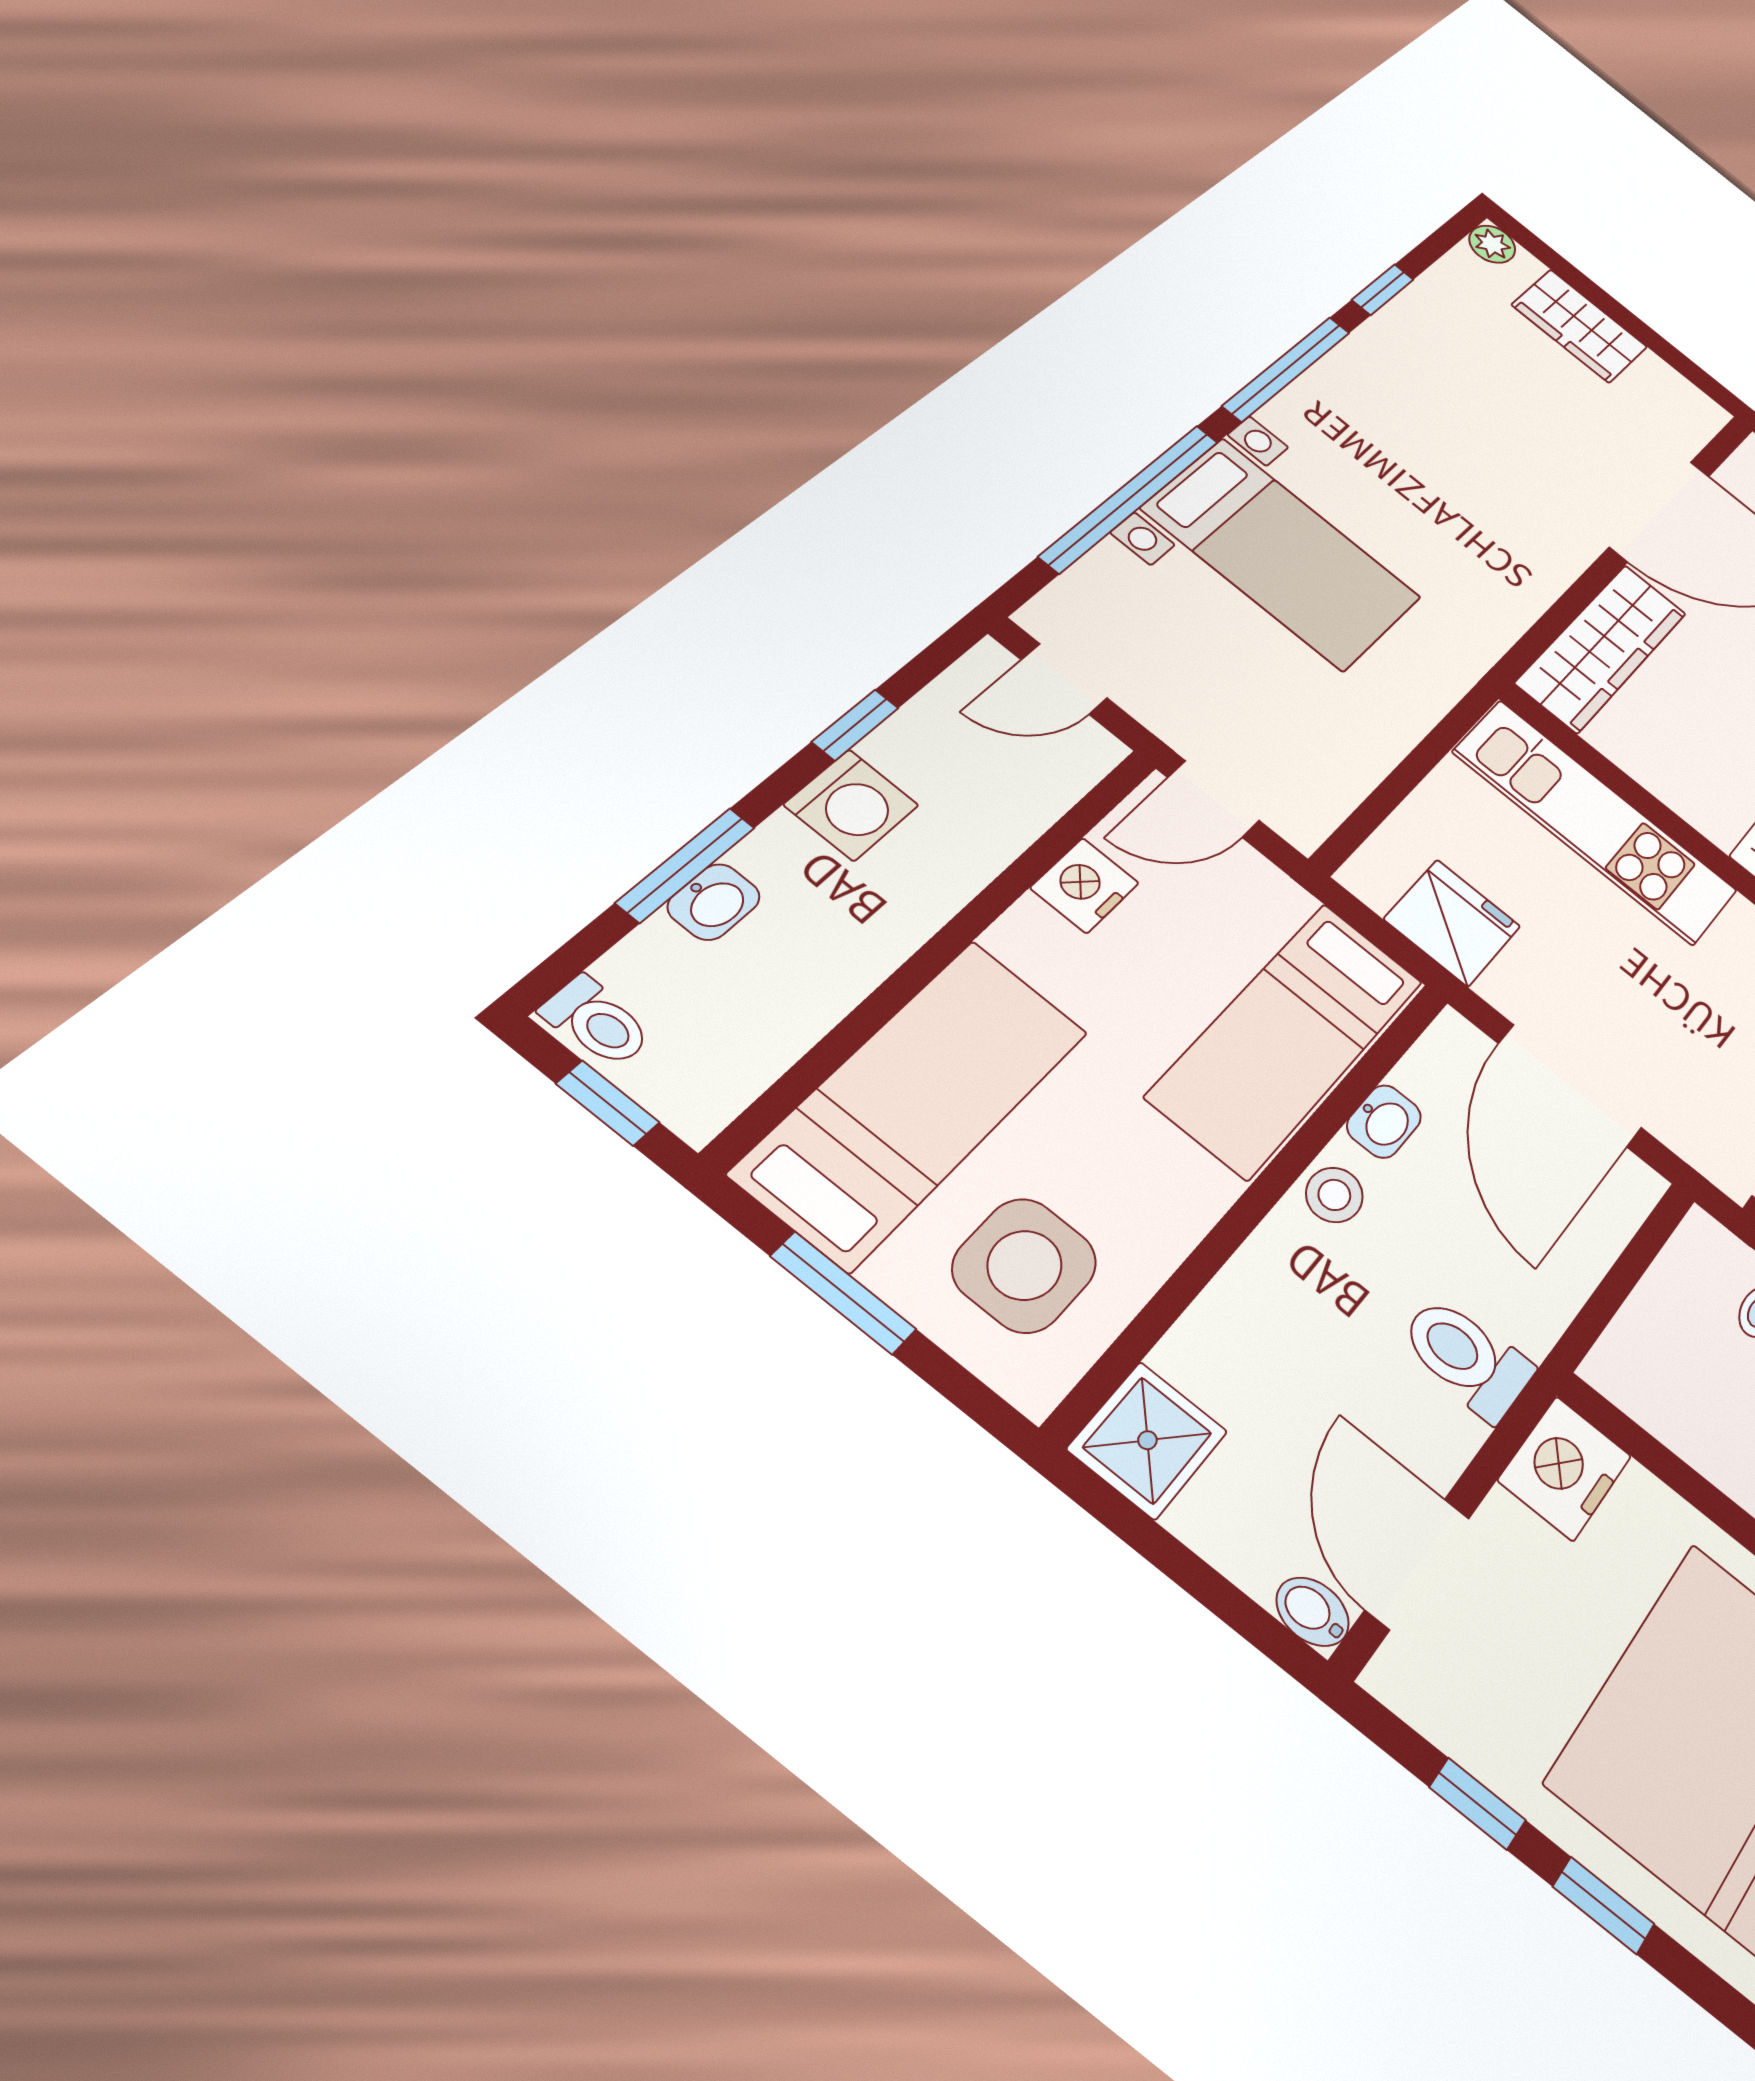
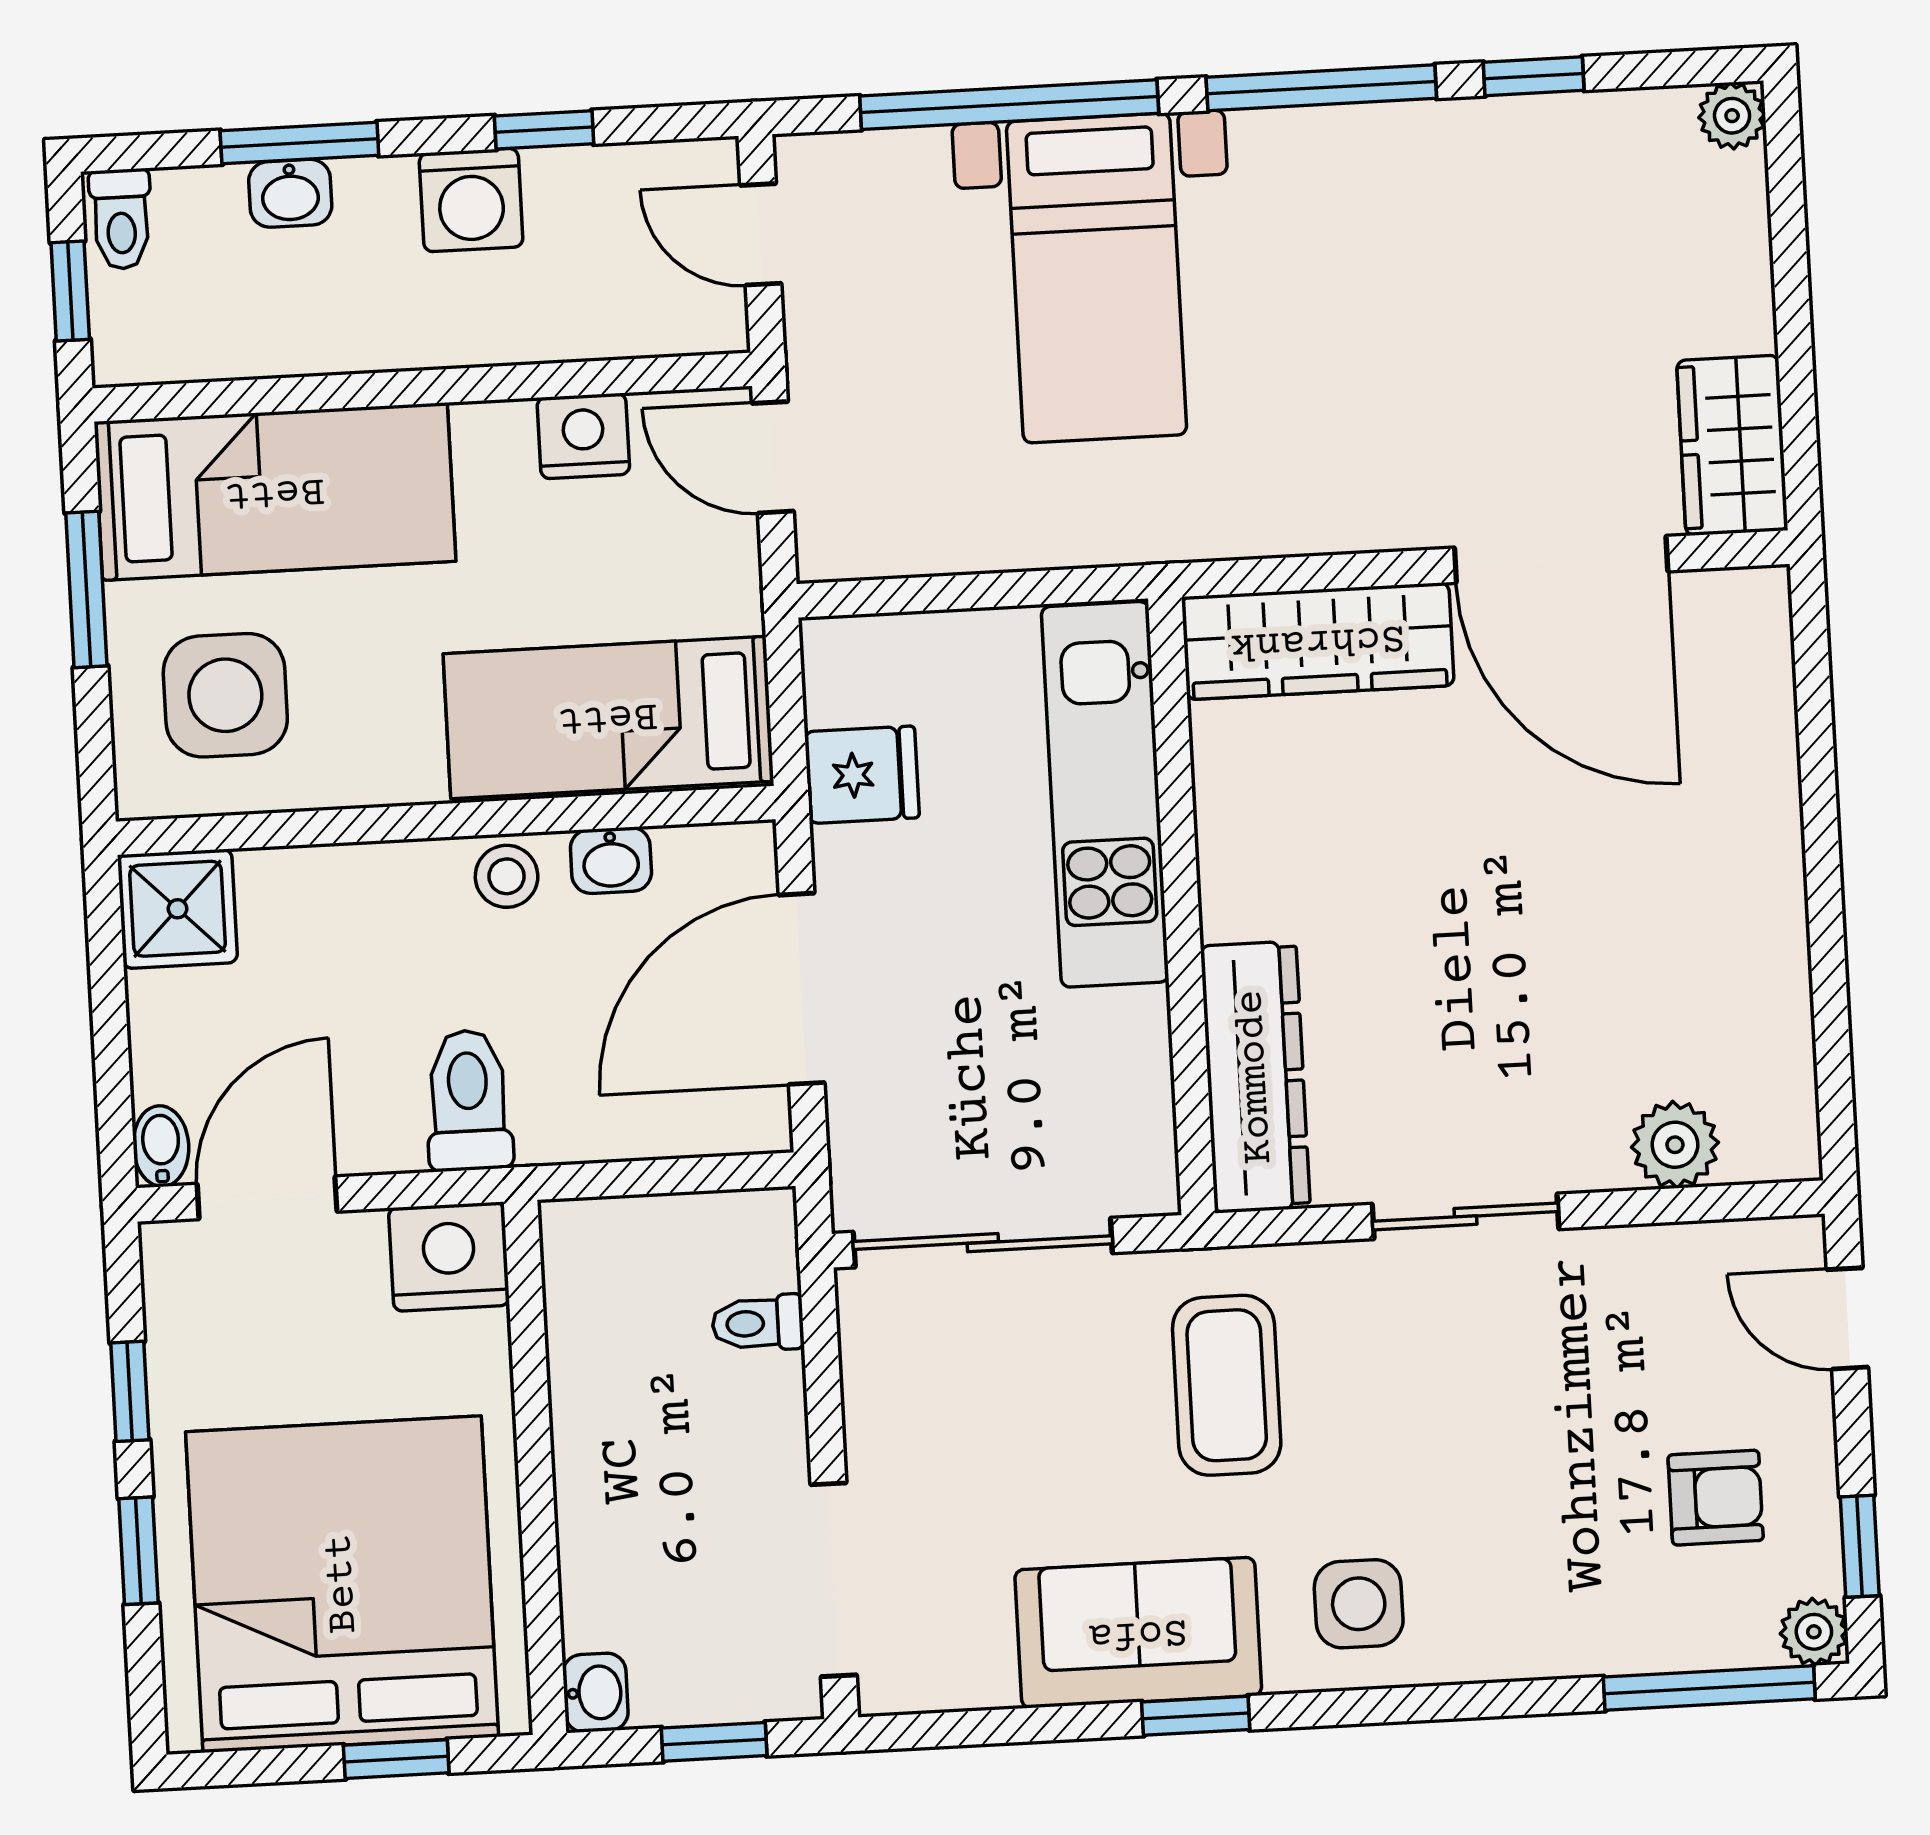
wardrobe: (1580, 326) -> (1732, 445), moved
fridge: (1452, 923) -> (862, 775), width x0.72

